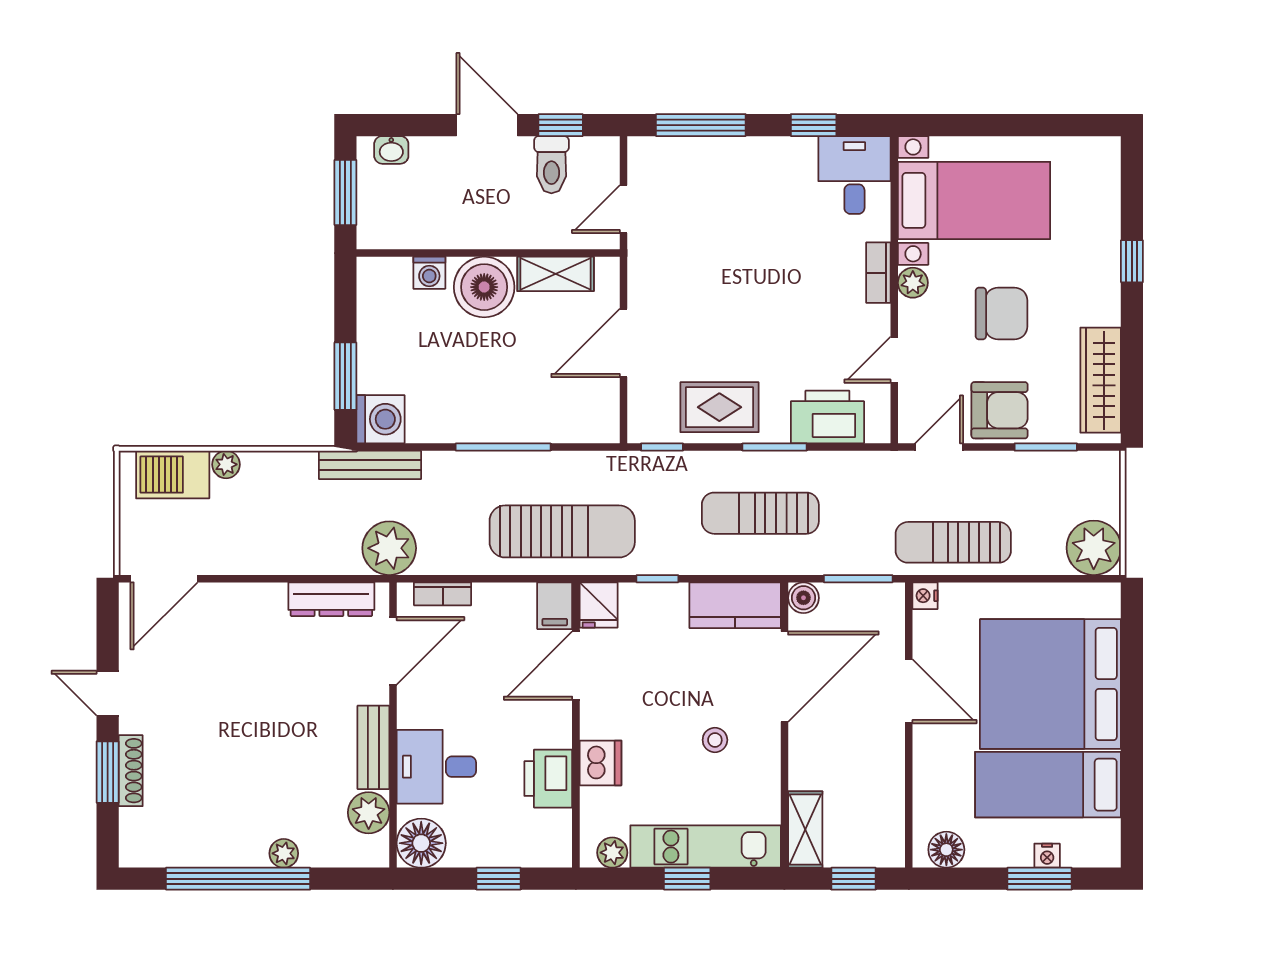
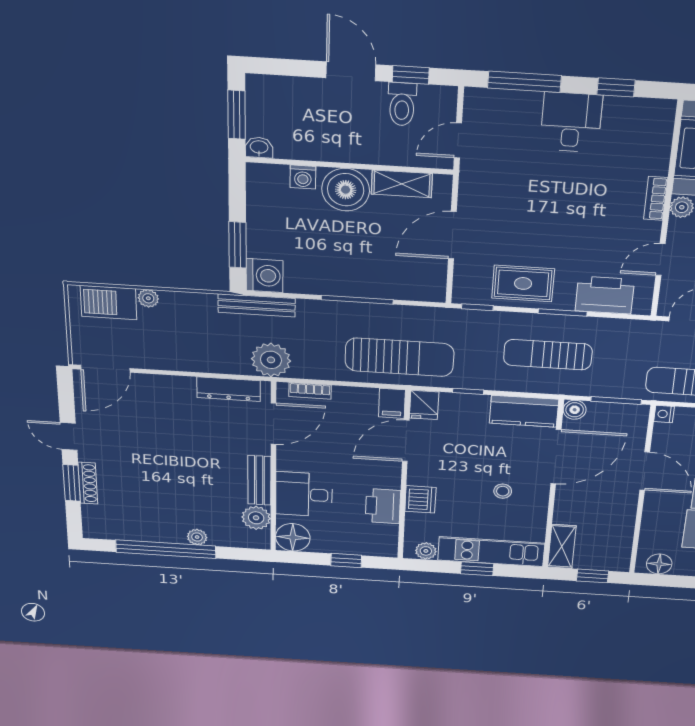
washbasin: (391, 150) -> (259, 148), moved, turned 180
desk: (854, 175) -> (571, 122), moved

